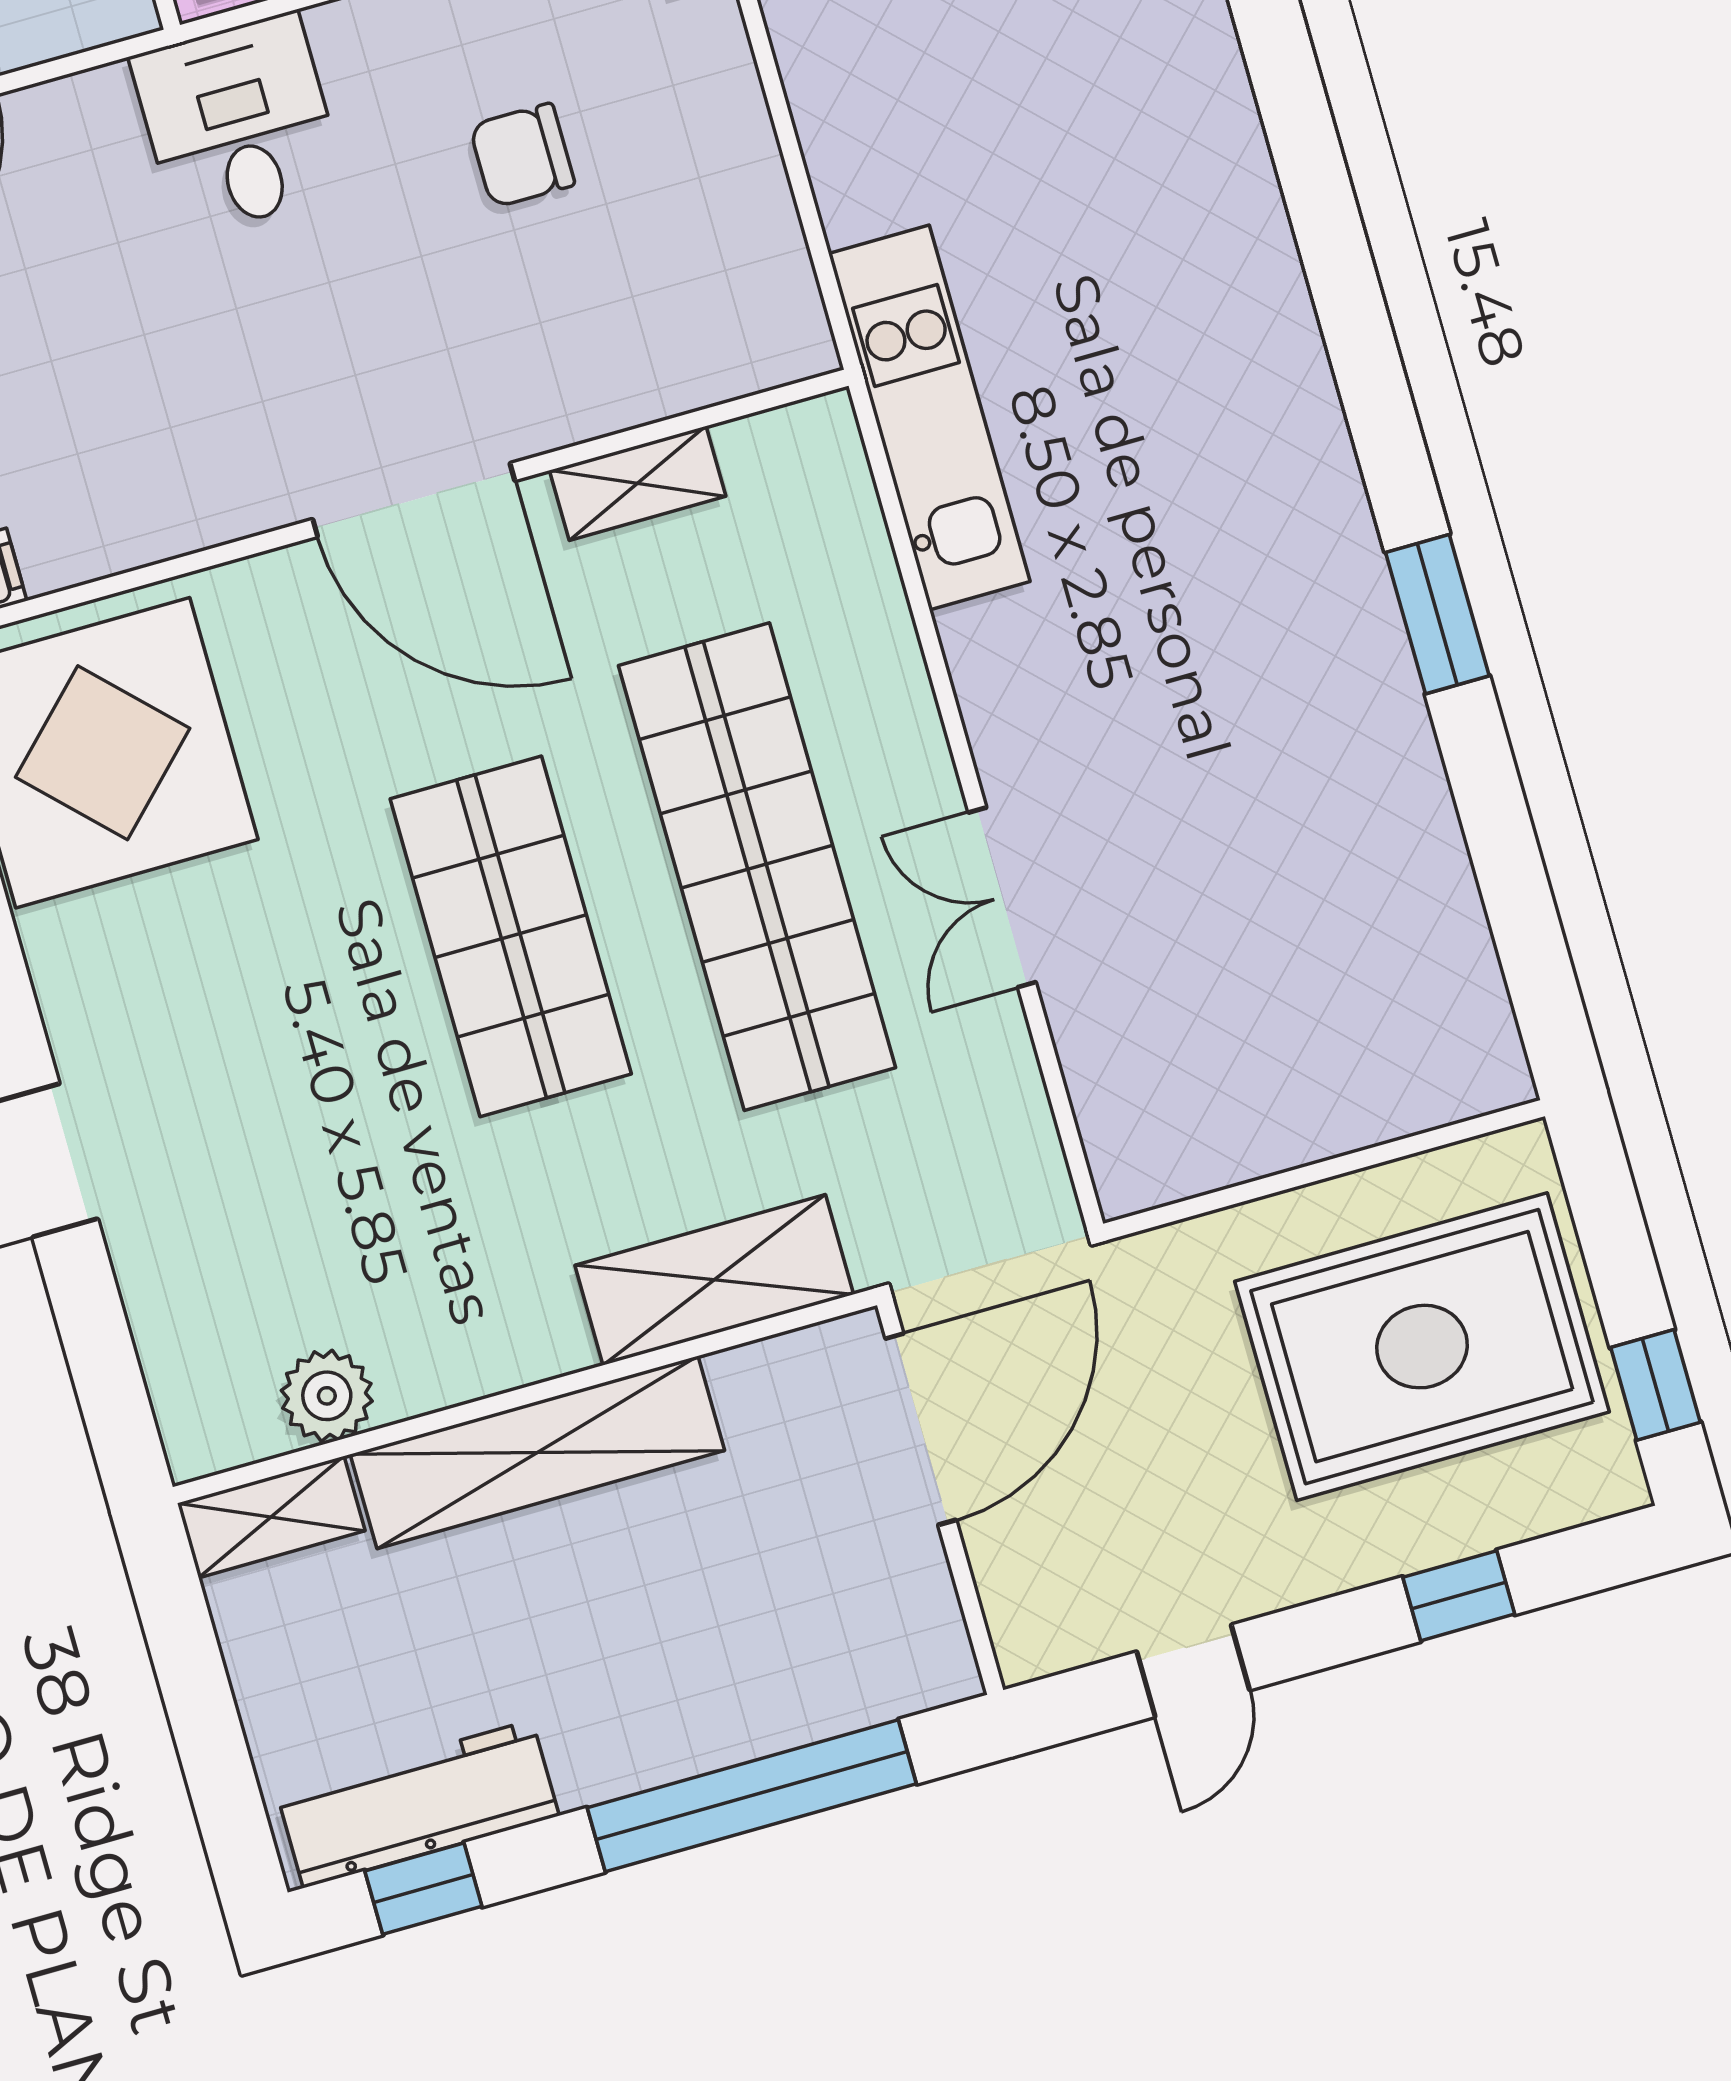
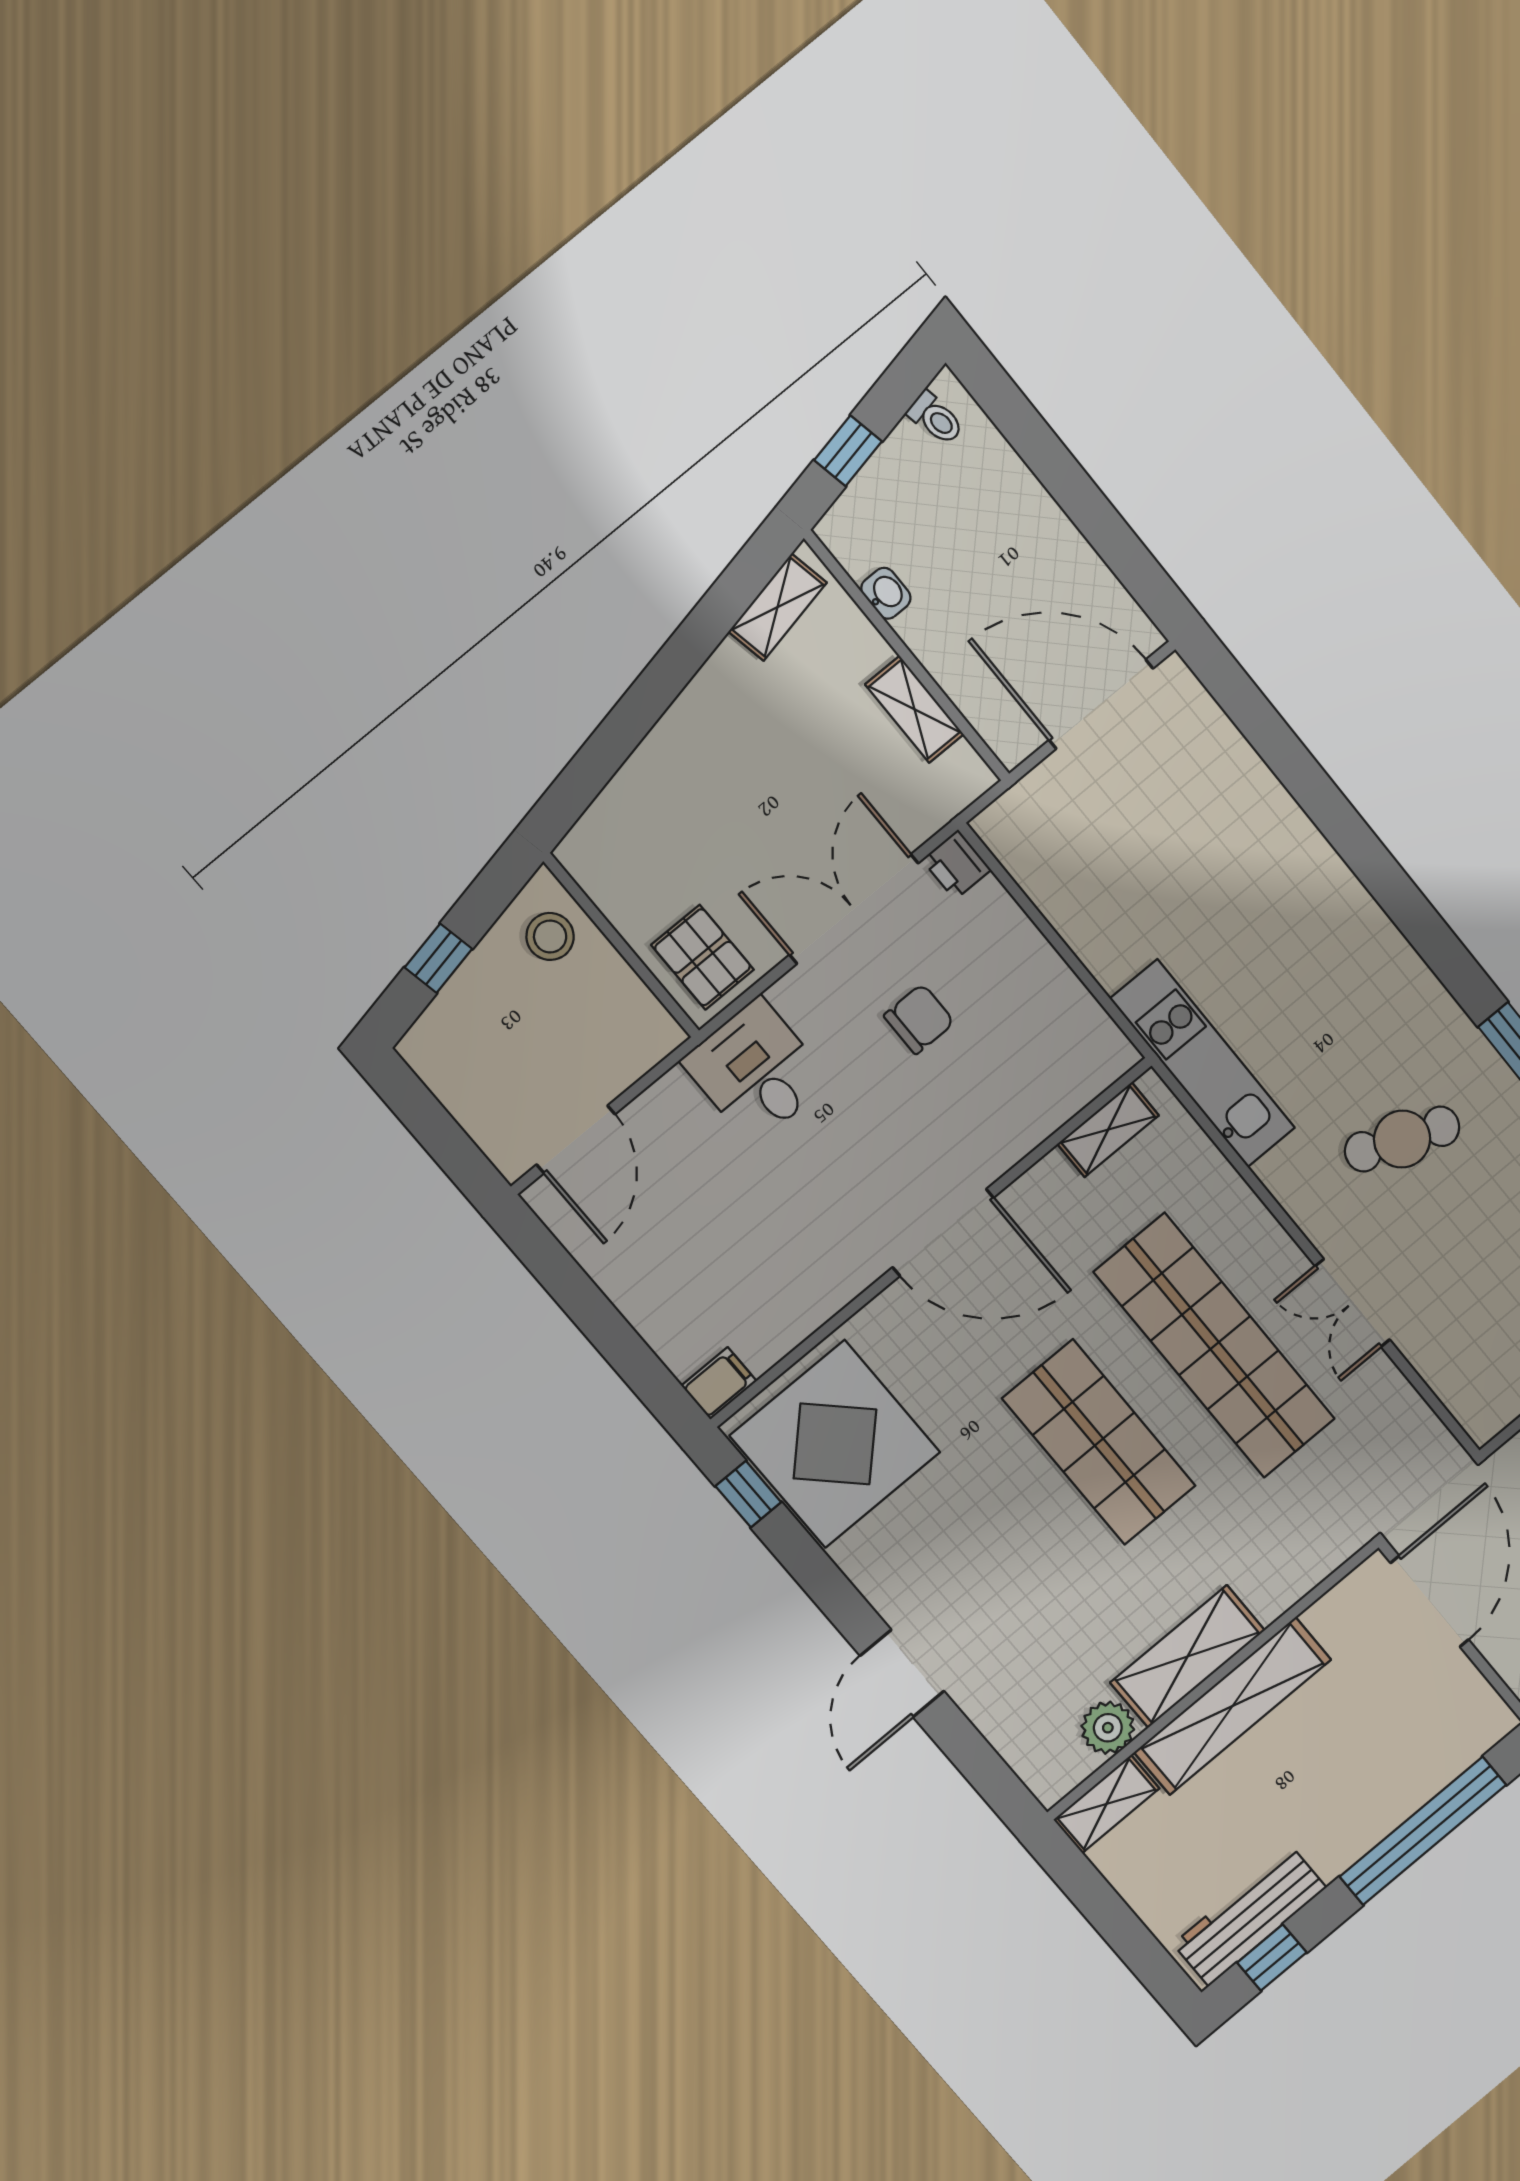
chair: (522, 155) -> (919, 1019), turned 180
shelving: (638, 483) -> (1108, 1130), moved
cafe table: (1191, 675) -> (1402, 1139), added
shelving: (714, 1280) -> (1188, 1656), moved

